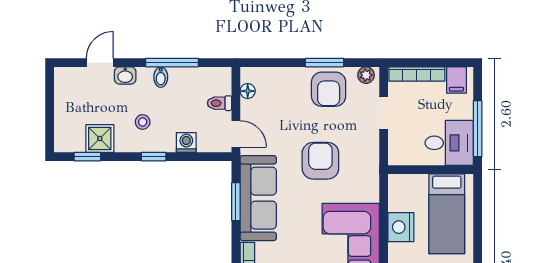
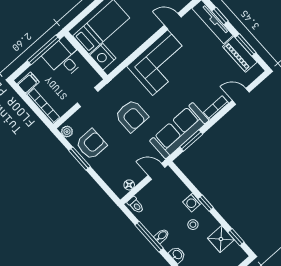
toilet: (220, 103) -> (136, 205), moved
doorway: (384, 113) -> (88, 97), moved
door: (236, 134) -> (157, 171), hinge flipped
washing machine: (186, 142) -> (192, 202), moved
armchair: (320, 161) -> (132, 116), turned -90
nightstand: (401, 227) -> (103, 57), moved, turned 90

